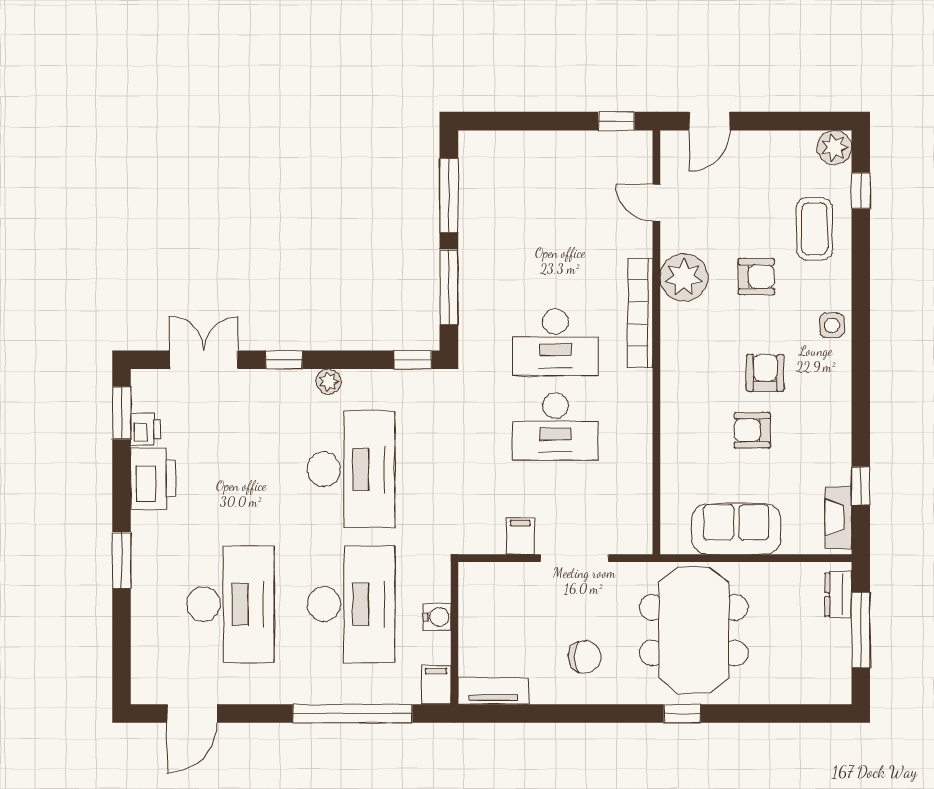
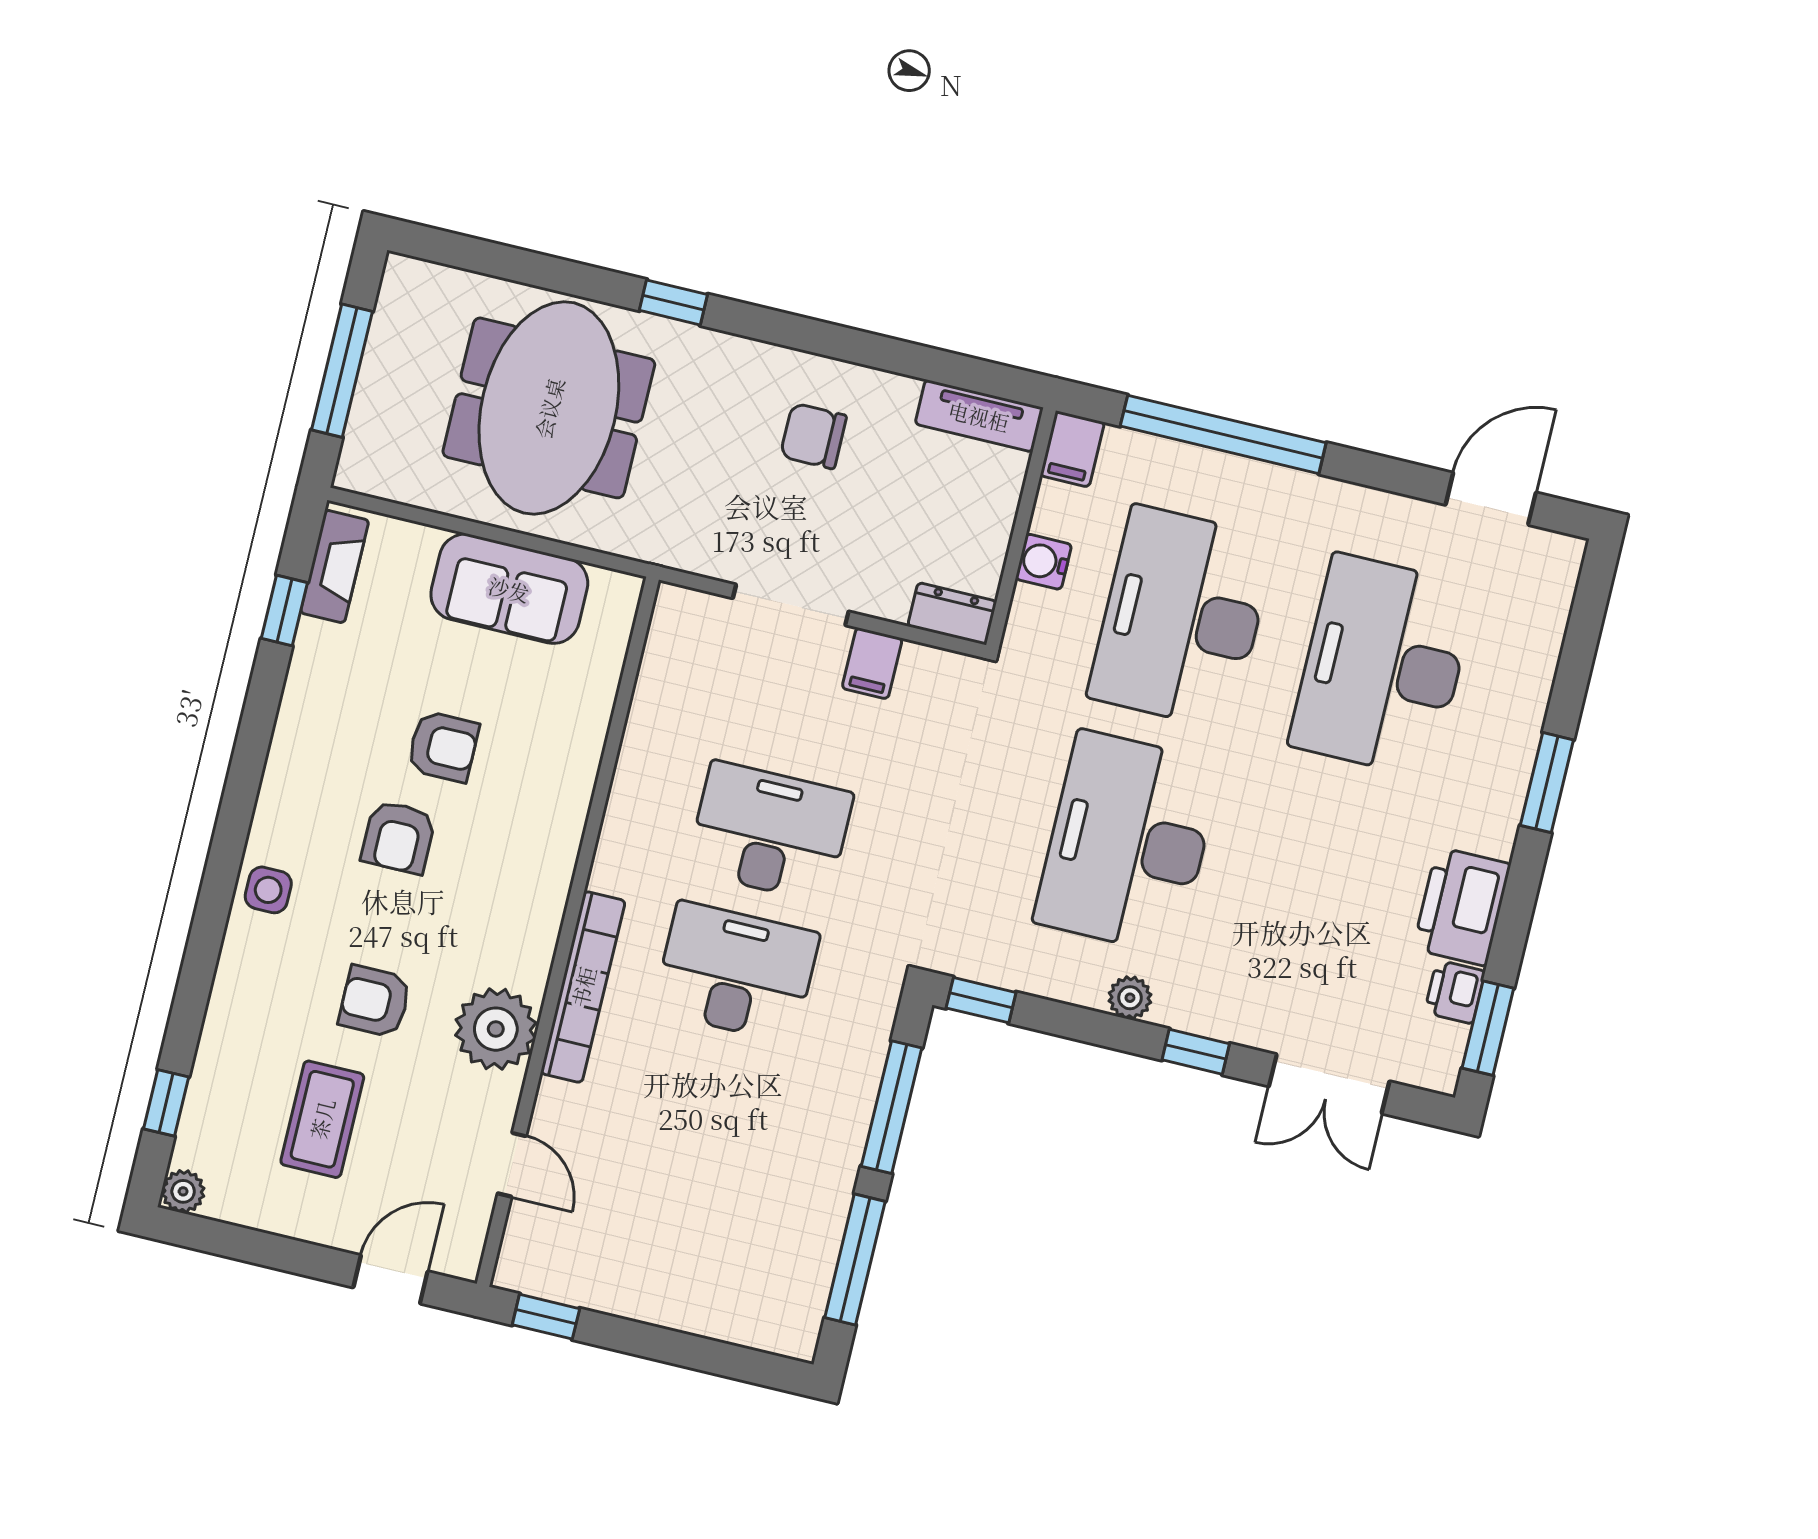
plant: (834, 147) -> (183, 1191), width x0.73, depth x0.73
coffee table: (814, 229) -> (322, 1119), moved
dresser: (838, 595) -> (952, 614), moved, turned -90
meeting table: (694, 630) -> (549, 408), moved

